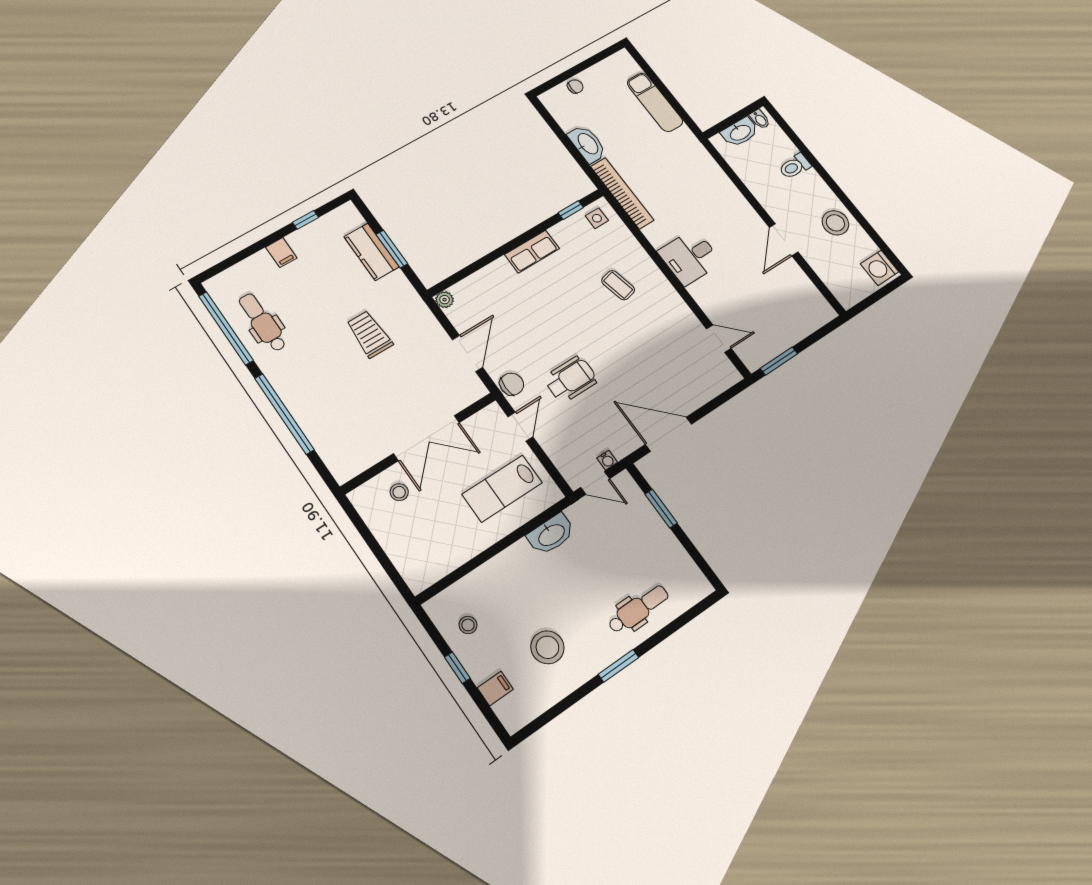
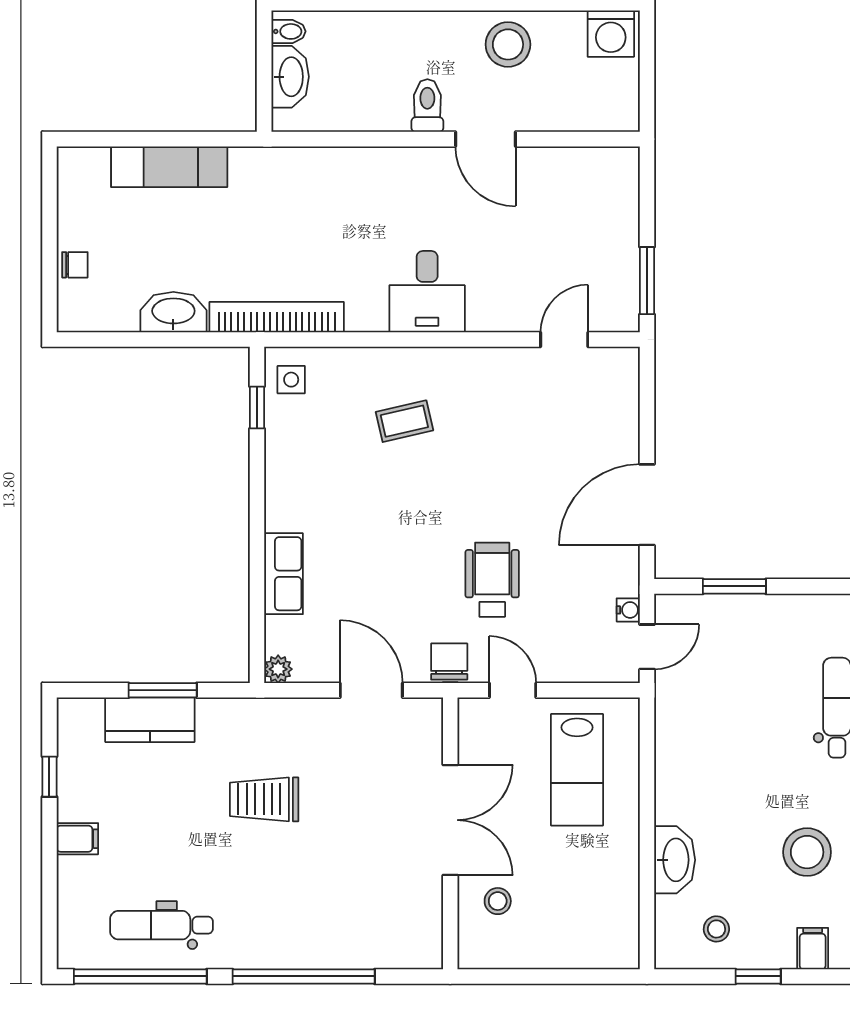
chair: (575, 86) -> (75, 265), turned 90
toilet: (795, 166) -> (427, 106), moved, turned 180
row of seats: (532, 252) -> (283, 574), moved
washbasin: (551, 534) -> (675, 860), moved

